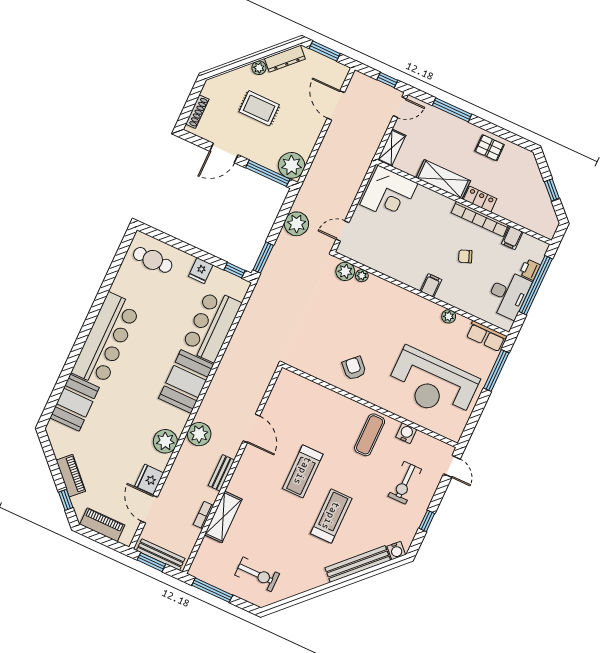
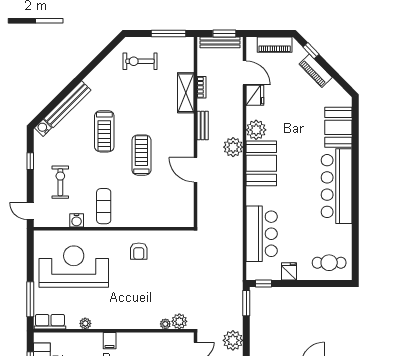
armchair: (354, 368) -> (139, 251), turned 44
booth: (186, 382) -> (261, 163), moved

